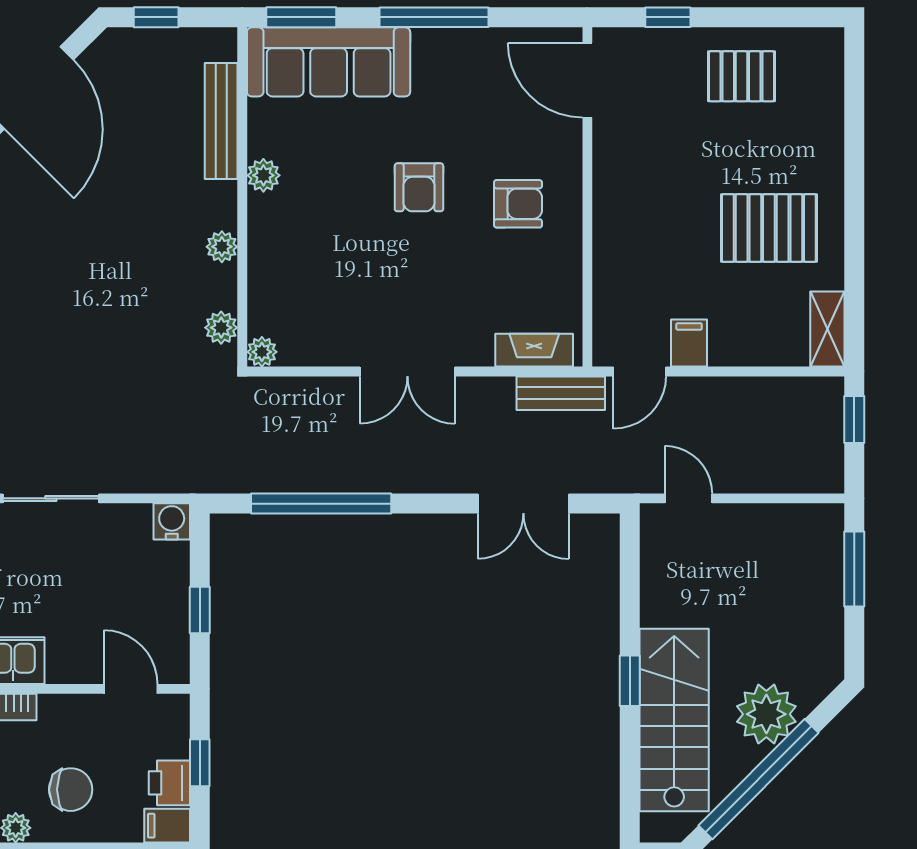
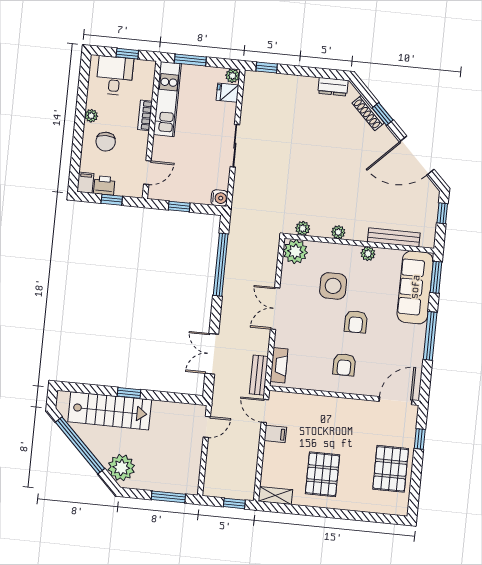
pallet: (742, 76) -> (391, 469), width x1.50, depth x1.42
armchair: (419, 187) -> (356, 322), turned -90
side table: (344, 246) -> (333, 286), added
plant: (262, 352) -> (295, 252), width x1.88, depth x1.88
plant: (766, 714) -> (121, 468), moved

